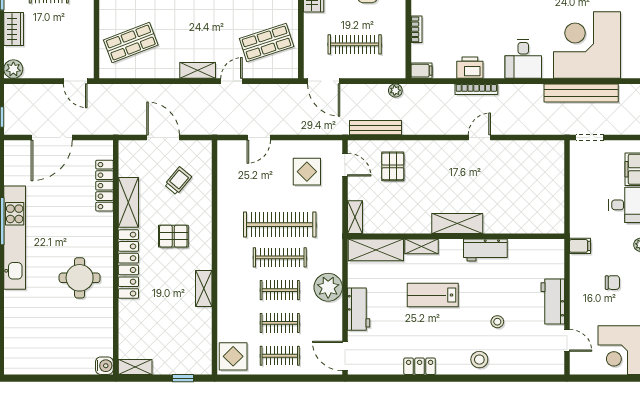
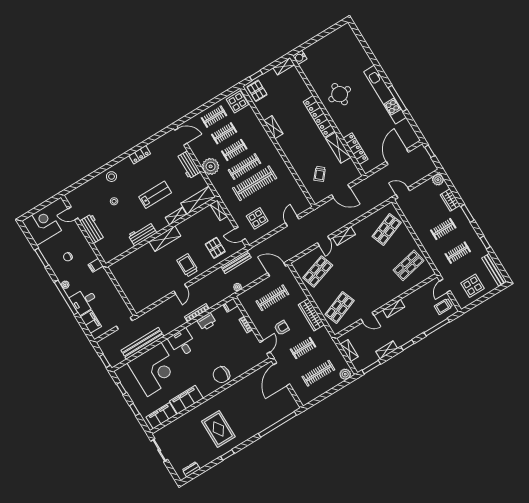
trolley: (448, 166) -> (187, 265), added
pallet: (173, 236) -> (257, 91), moved, turned 90

